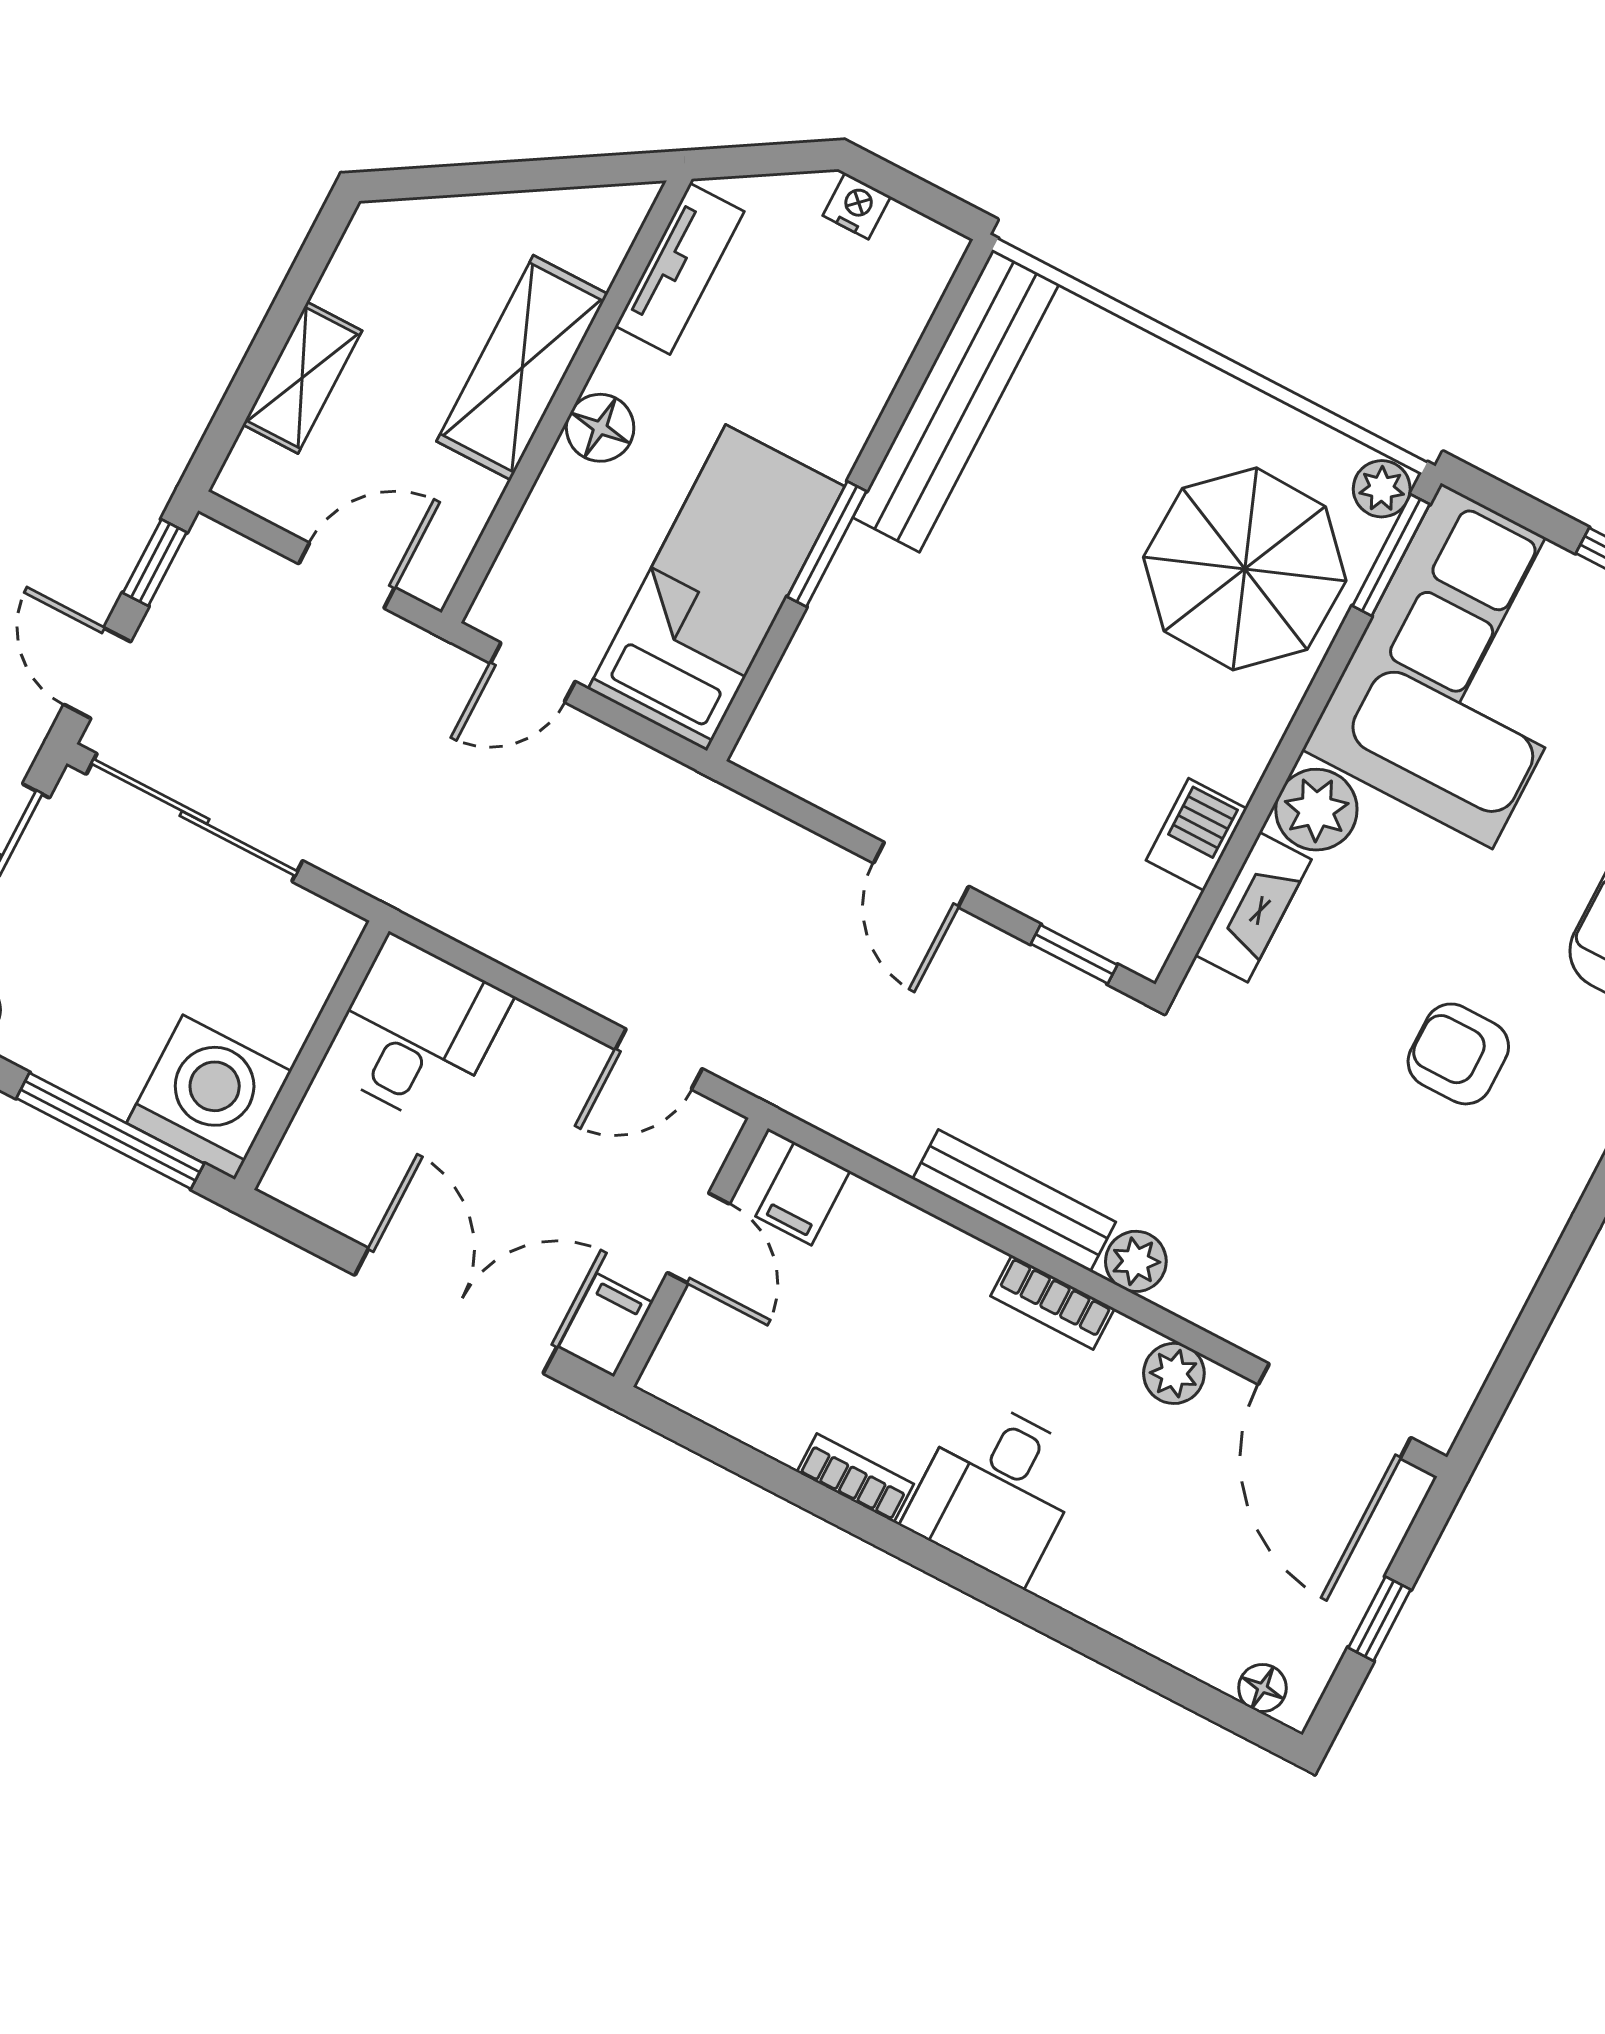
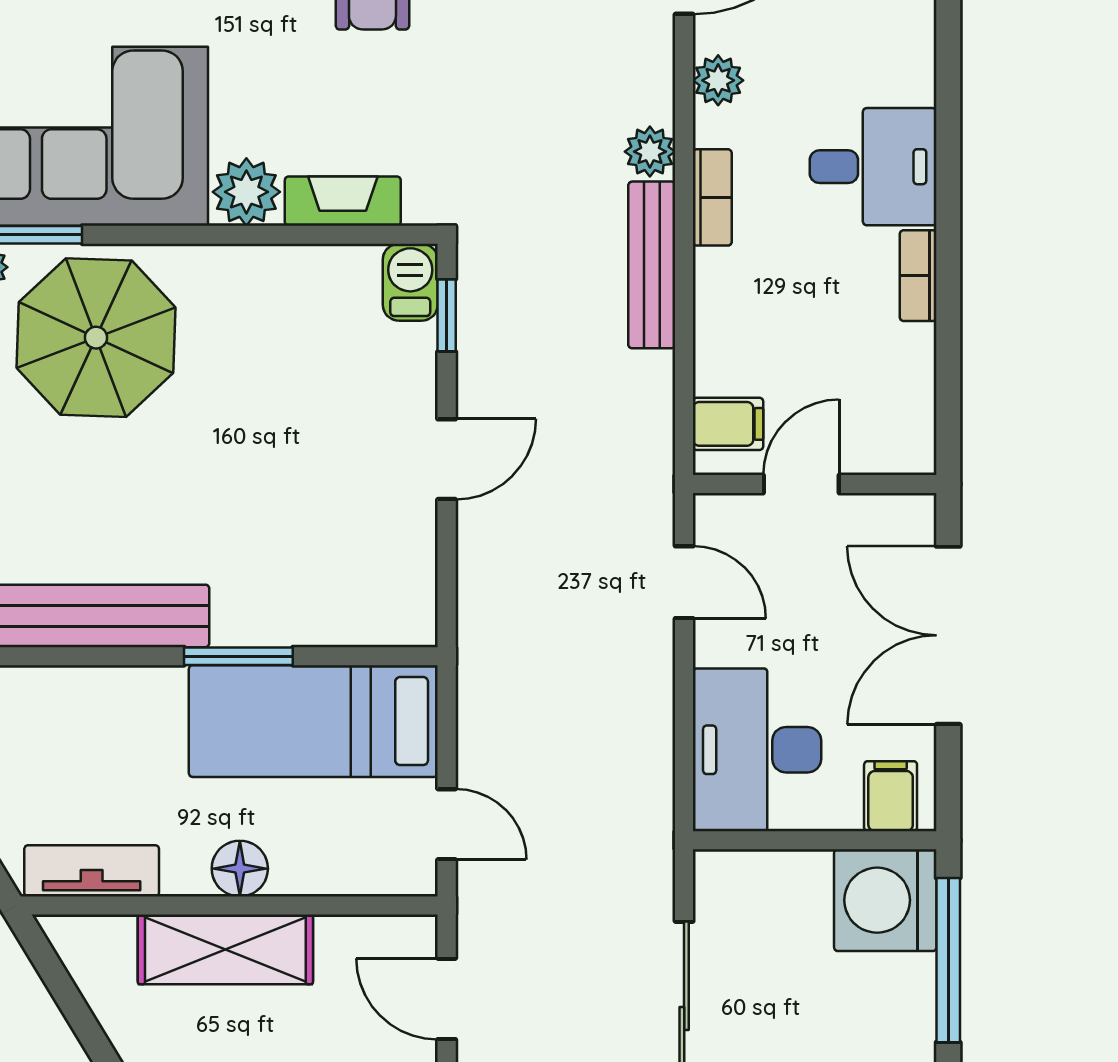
barbecue: (1197, 835) -> (410, 282), moved, turned 90
desk: (416, 1032) -> (757, 750), width x1.37
filing cabinet: (605, 1325) -> (891, 796), moved, turned 90

